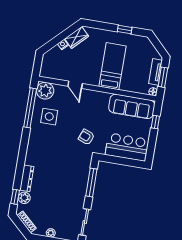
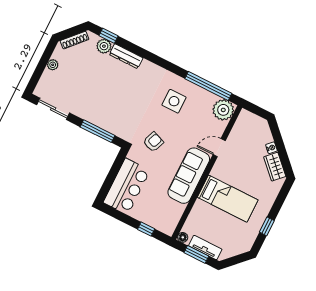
sofa: (132, 106) -> (189, 176), moved
side table: (49, 117) -> (174, 101), moved

